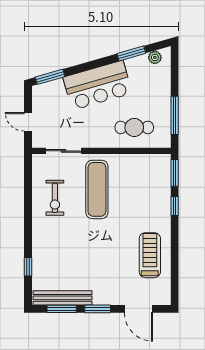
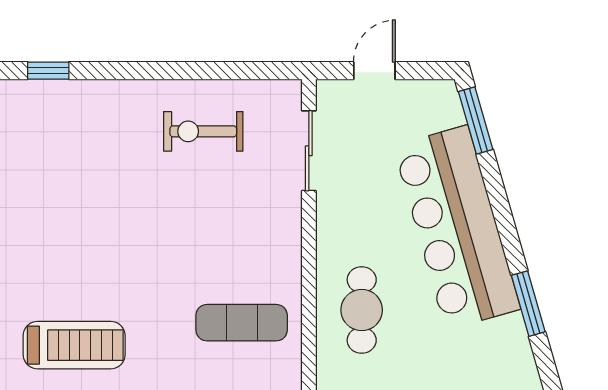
plant: (155, 57) -> (520, 356), removed
bar counter: (98, 85) -> (457, 228), width x1.36
exercise mat: (97, 189) -> (242, 323), moved, width x0.73, depth x0.69

